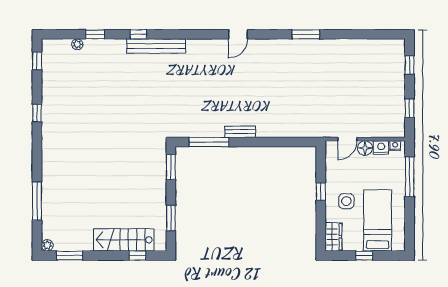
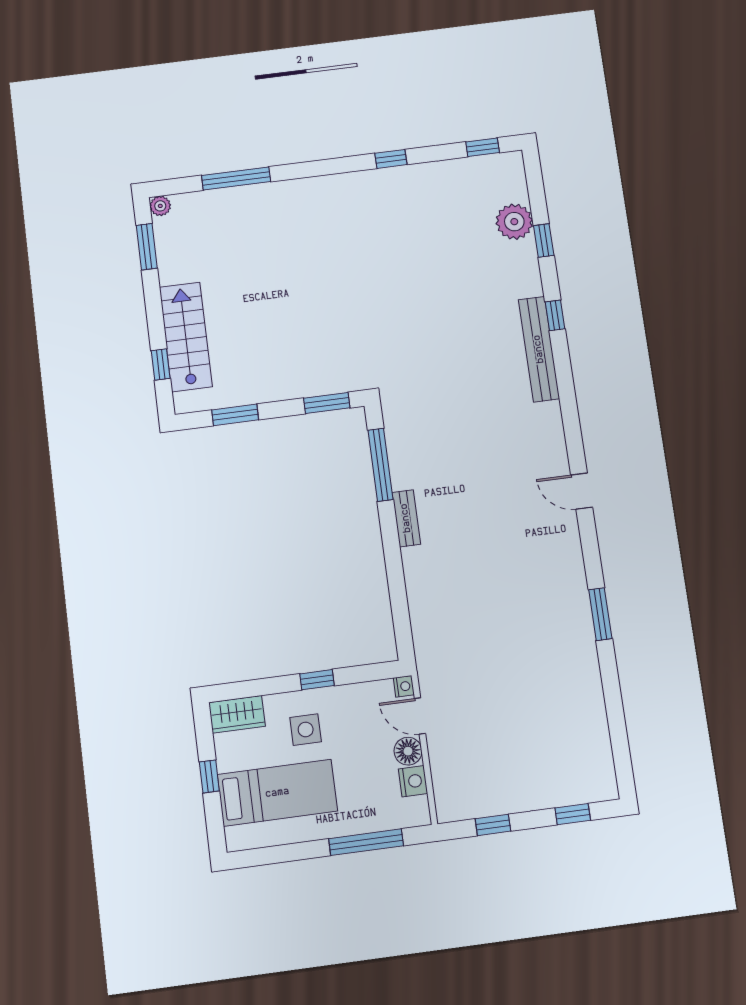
plant: (77, 44) -> (514, 222), width x1.87, depth x1.87
nightstand: (395, 146) -> (404, 686), moved

